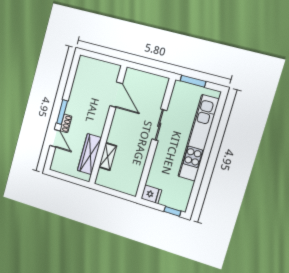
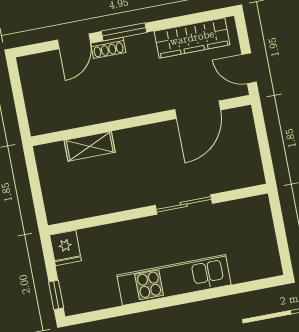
door: (109, 59) -> (249, 68), added
window: (193, 81) -> (279, 223), removed
kitchen unit: (198, 138) -> (174, 280), width x0.73
wardrobe: (89, 154) -> (192, 38), moved, turned 180

